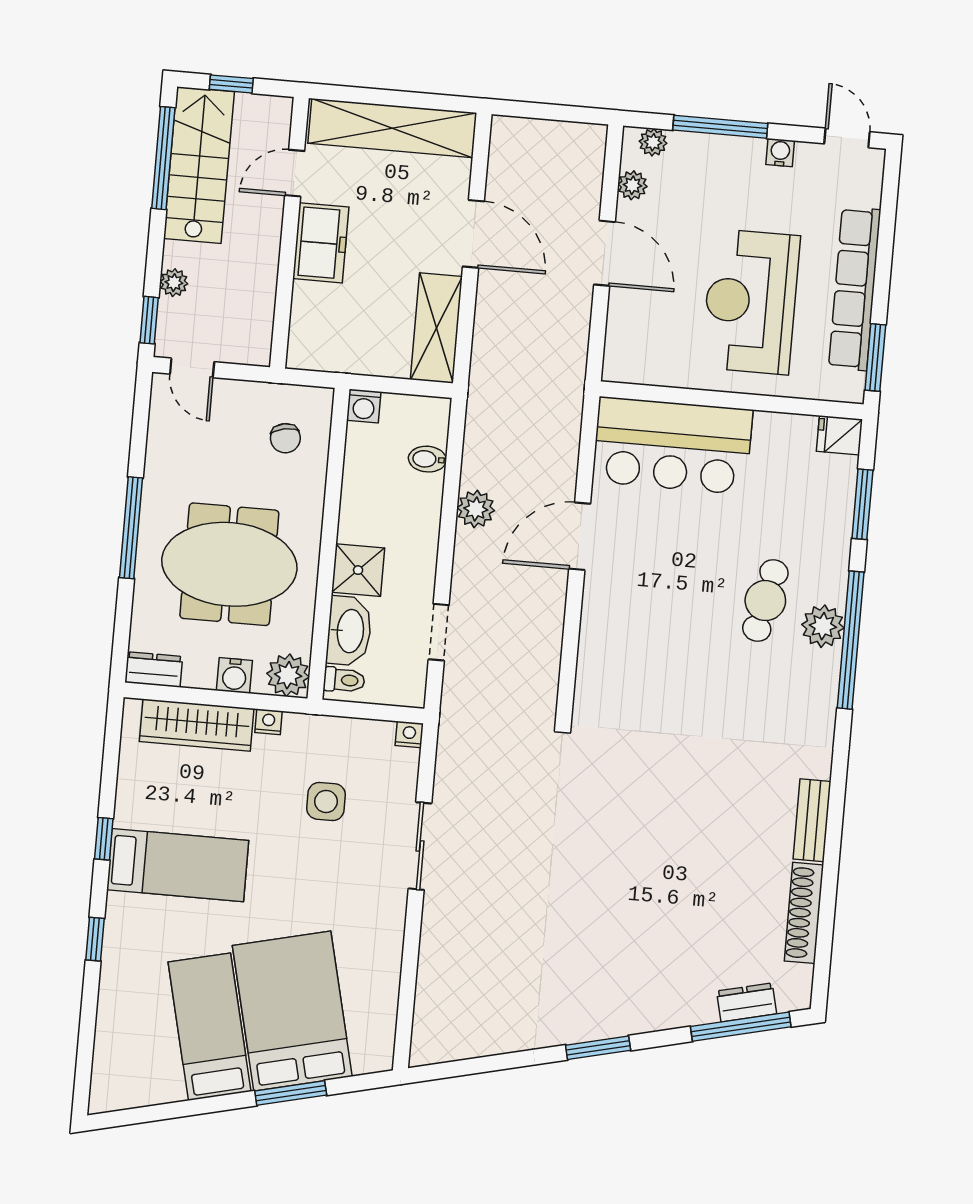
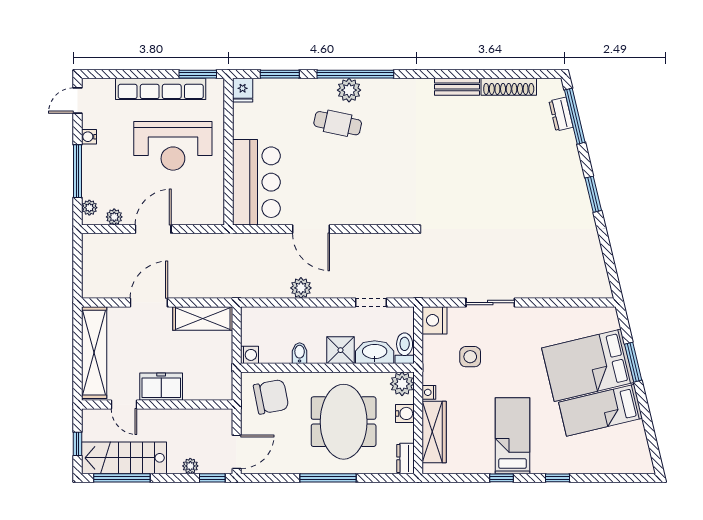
door: (192, 368) -> (237, 452), width x1.38
chair: (285, 438) -> (271, 397), width x1.87, depth x1.87
bidet: (427, 459) -> (300, 353), moved, turned 180
toilet: (344, 680) -> (405, 348), width x1.37, depth x1.39
nightstand: (409, 734) -> (434, 320), width x1.89, depth x1.79

